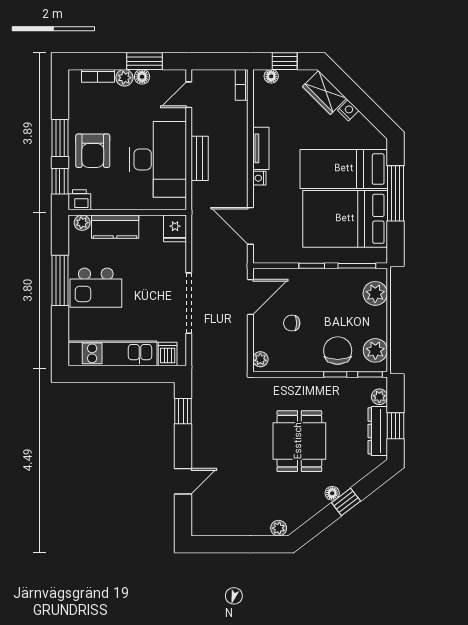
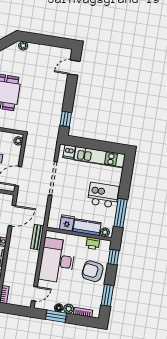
window: (60, 138) -> (107, 295), moved
armchair: (93, 151) -> (93, 271), turned -82
bench: (200, 158) -> (37, 237), moved
printer: (79, 200) -> (93, 243), moved
door: (250, 226) -> (12, 216), hinge flipped
fridge: (175, 228) -> (67, 223), moved
window: (60, 280) -> (121, 213), moved
door: (183, 481) -> (74, 68), moved

